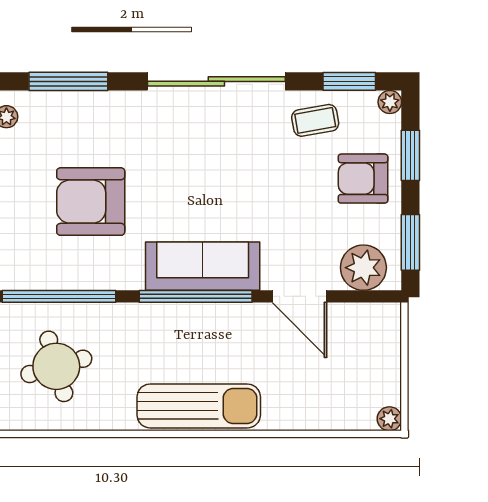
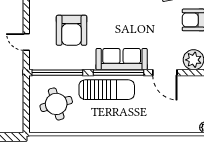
armchair: (91, 202) -> (72, 30), turned -90
sun lounger: (199, 406) -> (107, 90), moved

